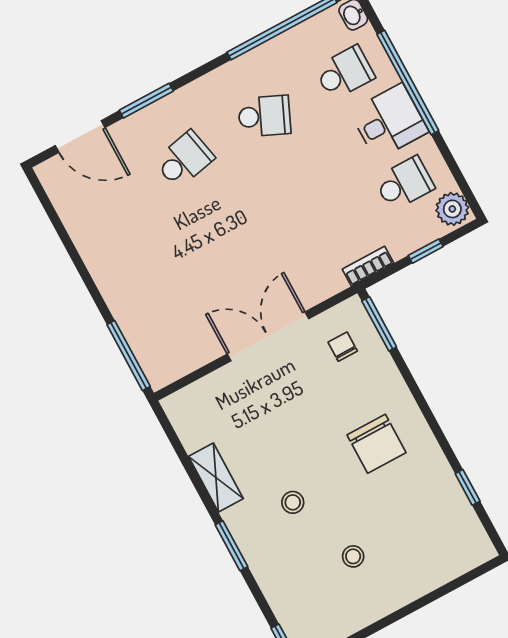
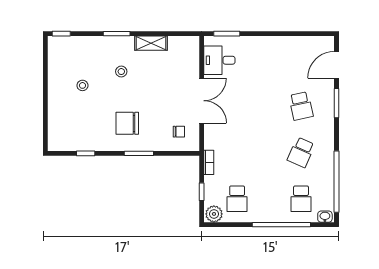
desk: (389, 121) -> (219, 60), moved, turned 90
window: (379, 324) -> (139, 153), moved
window: (129, 356) -> (227, 34), width x0.69

